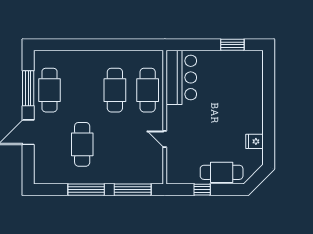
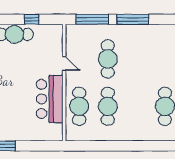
bar counter: (181, 77) -> (50, 99), moved
cafe table: (82, 144) -> (108, 59), moved

